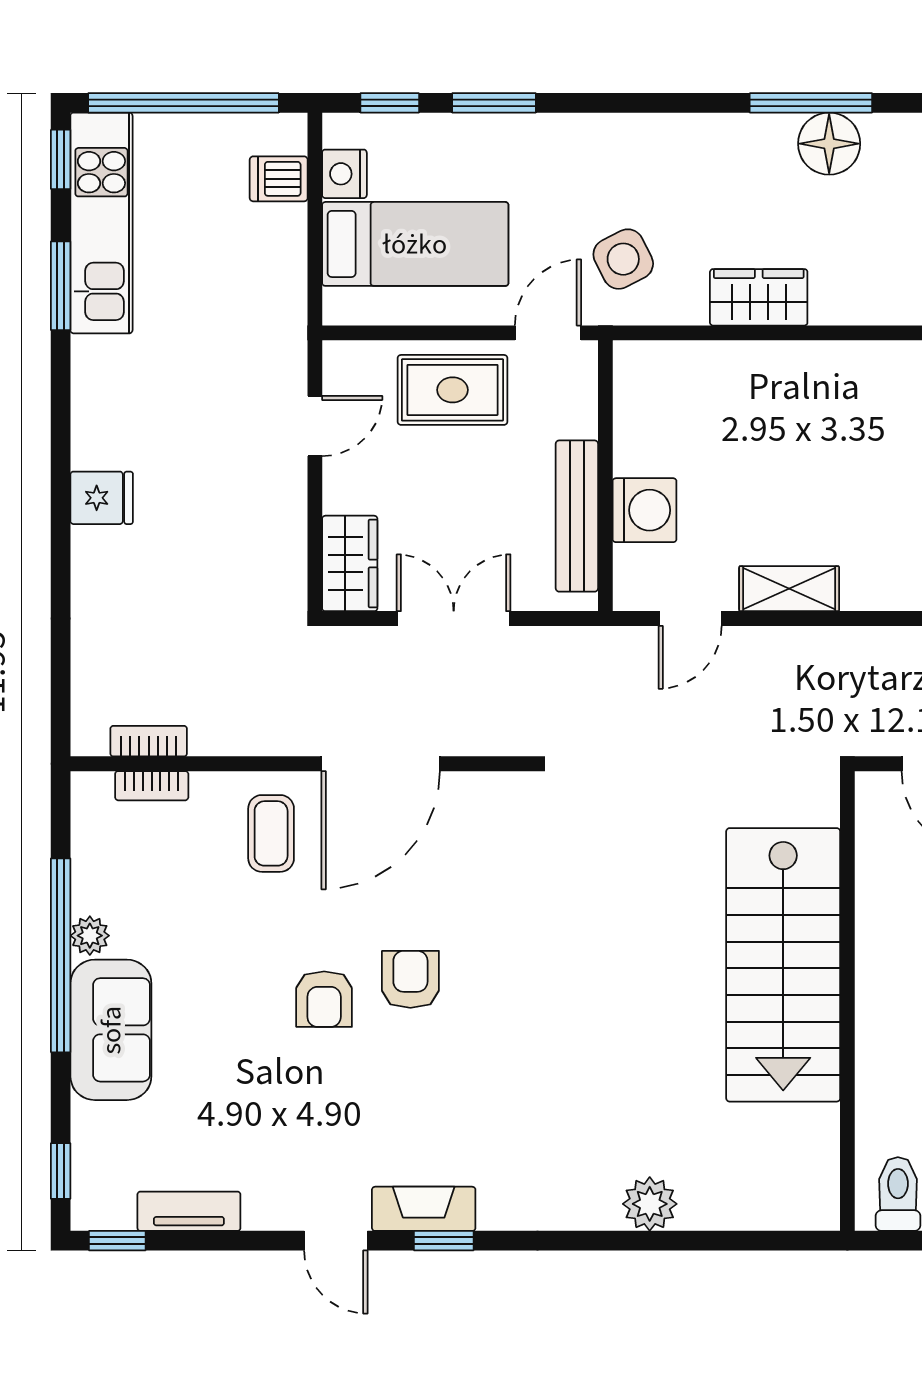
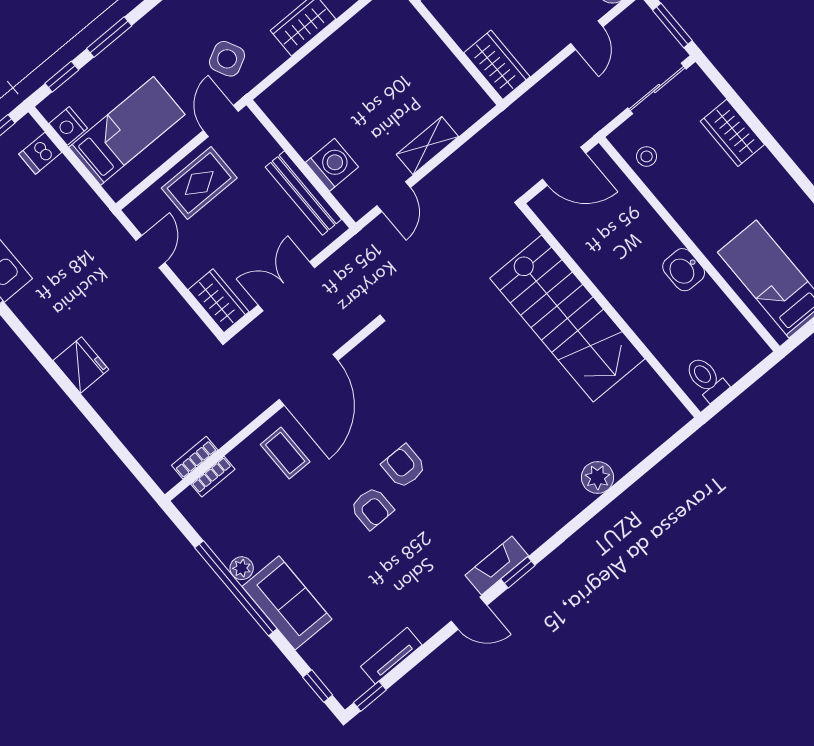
fridge: (102, 498) -> (81, 365), width x1.38

